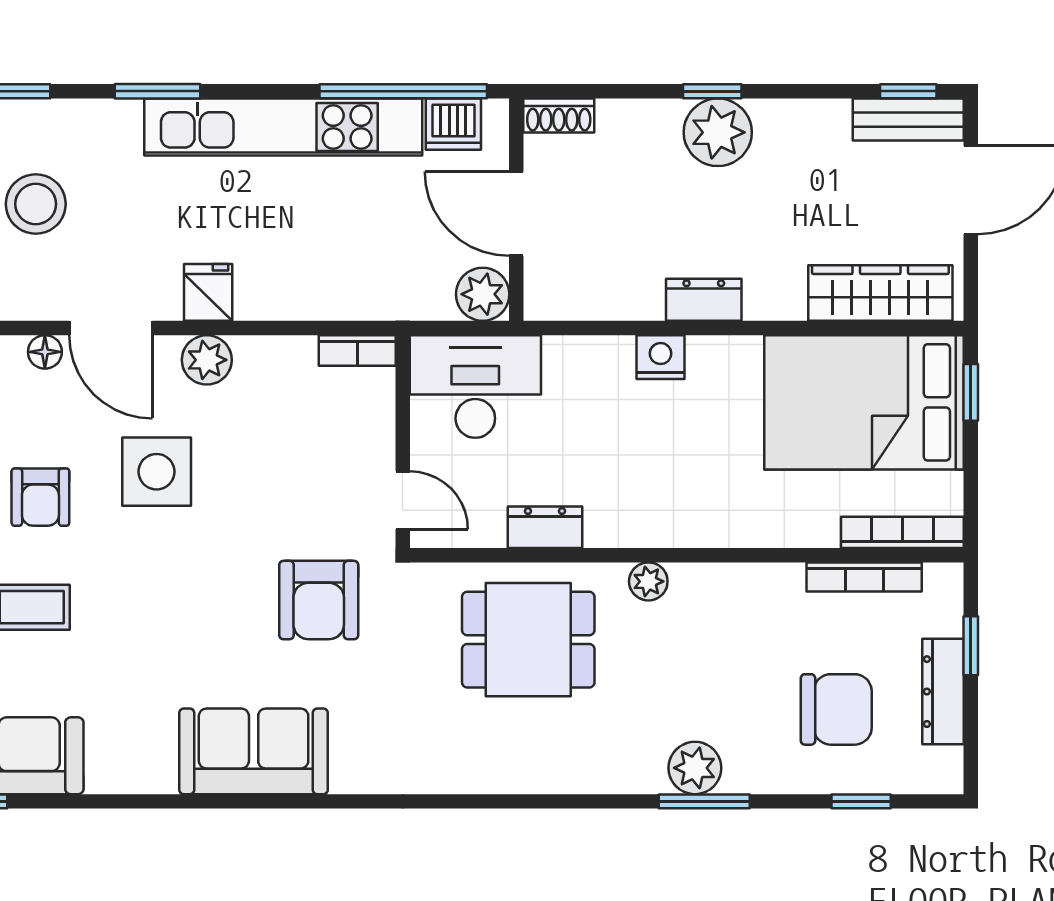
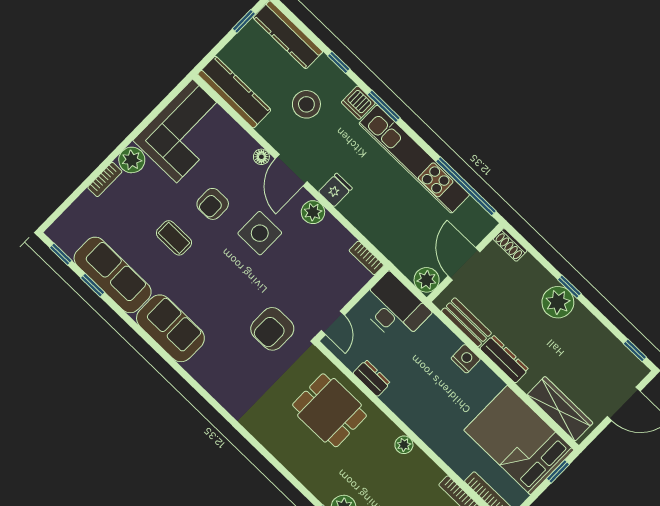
bench: (908, 119) -> (466, 322), moved
dishwasher: (453, 124) -> (358, 103), moved
dresser: (704, 300) -> (504, 359), width x1.44
plant: (648, 581) -> (404, 445), moved
sofa: (254, 751) -> (170, 328), moved

